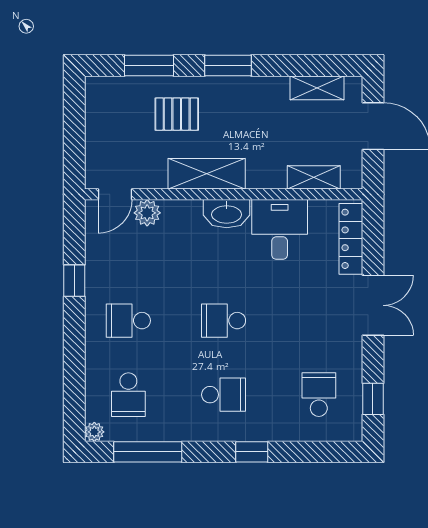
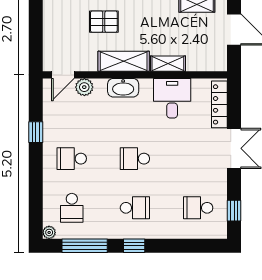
shelving: (314, 177) -> (168, 64), moved
washbasin: (227, 214) -> (123, 88), moved
school desk: (319, 395) -> (198, 208), turned -90
window: (252, 452) -> (134, 246), moved

